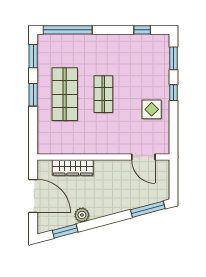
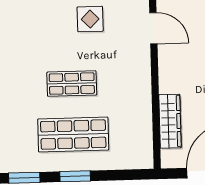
door: (143, 157) -> (153, 28), hinge flipped

